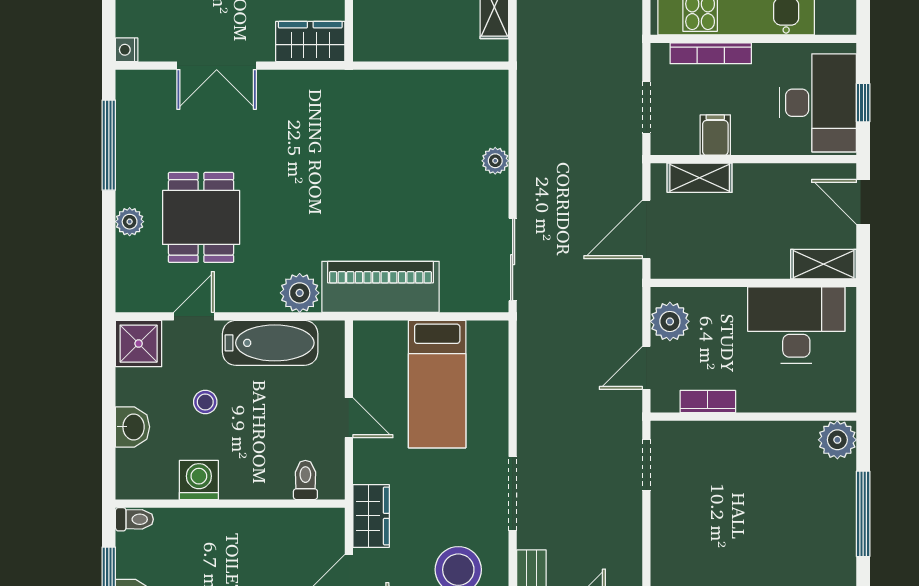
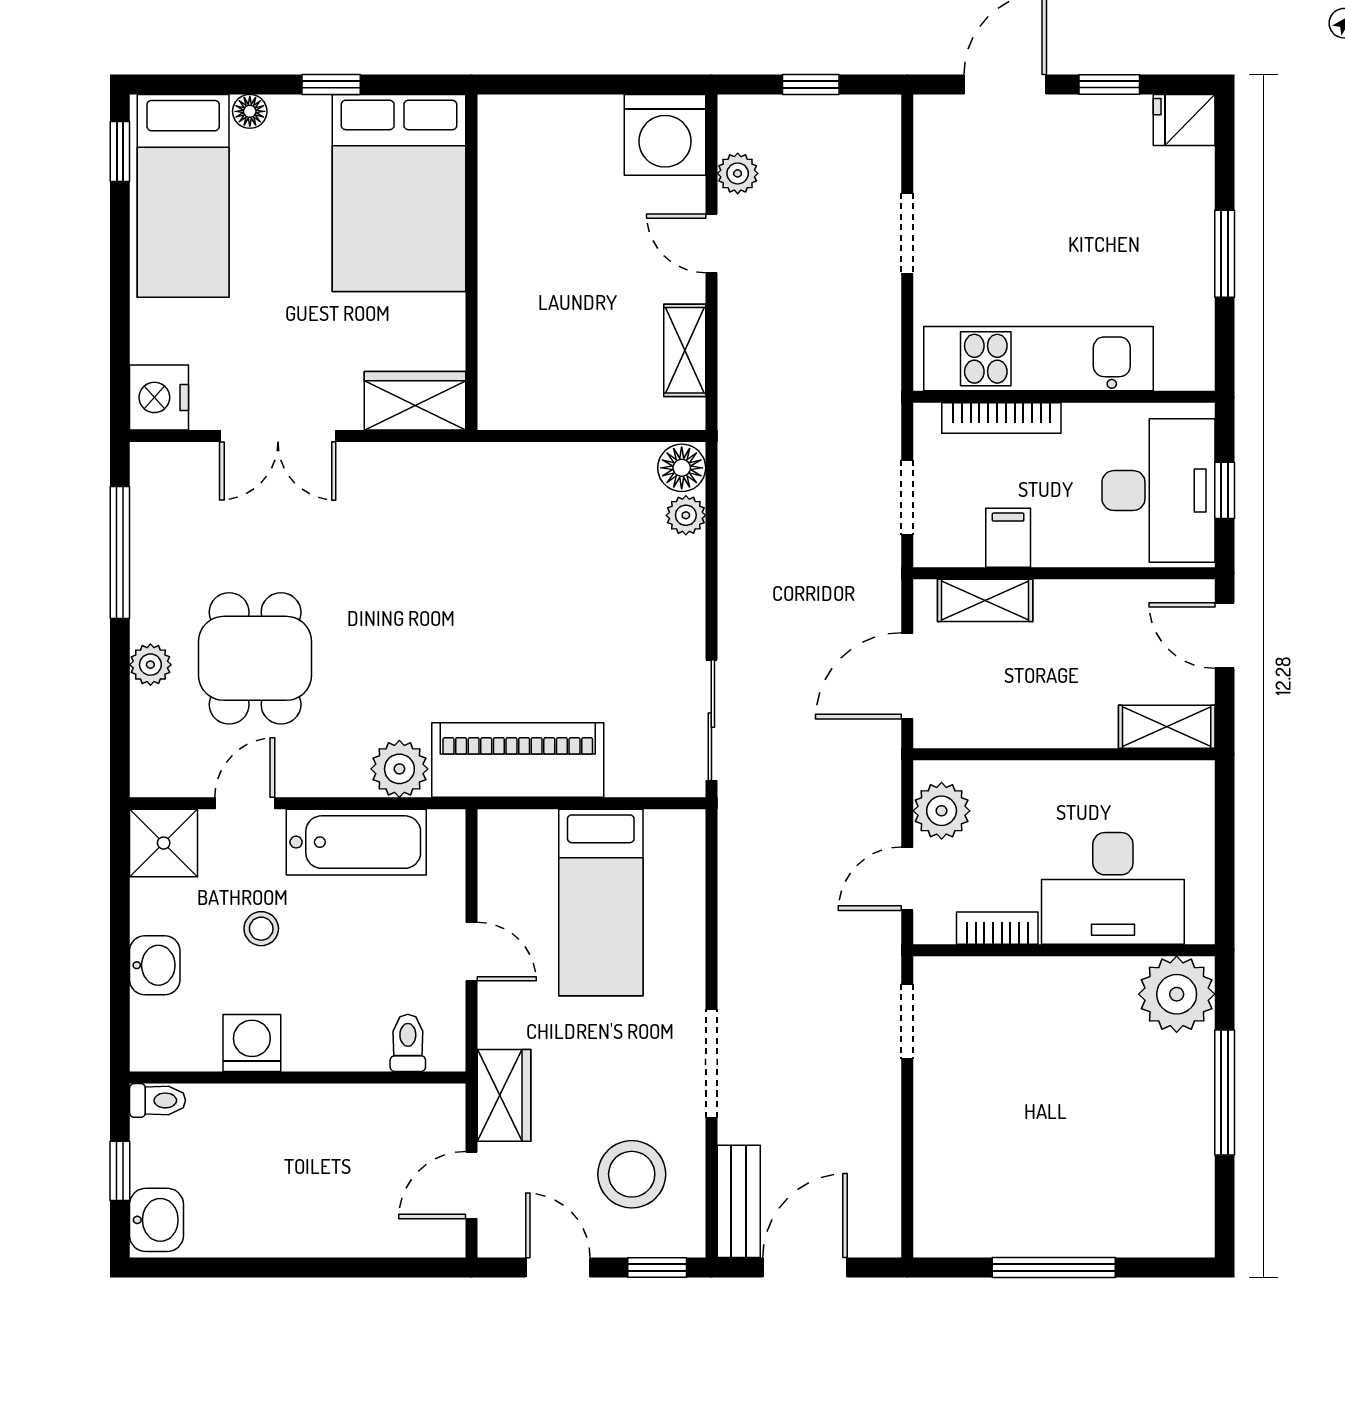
nightstand: (127, 50) -> (159, 397), width x1.89, depth x1.79
floor lamp: (492, 87) -> (682, 468), added
plant: (495, 161) -> (686, 515), moved
desk: (796, 325) -> (1113, 888), moved, turned 180
plant: (837, 440) -> (1177, 994), width x1.36, depth x1.36

